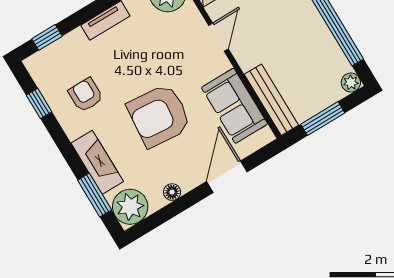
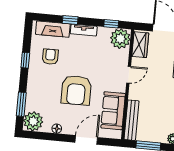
window: (47, 37) -> (70, 20), moved
window: (39, 103) -> (25, 60), moved
armchair: (159, 116) -> (76, 90), turned -95
fireplace: (97, 162) -> (53, 29), moved, turned 90

